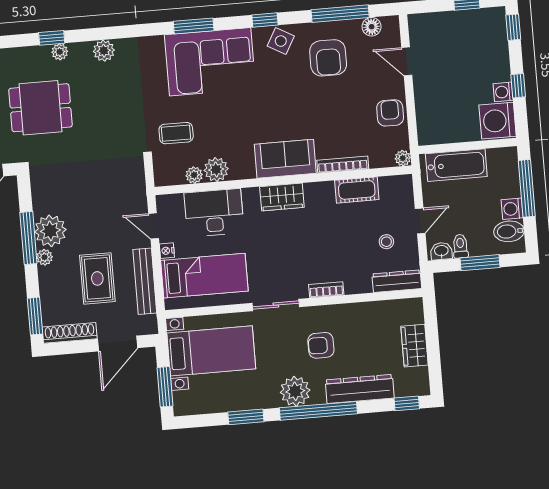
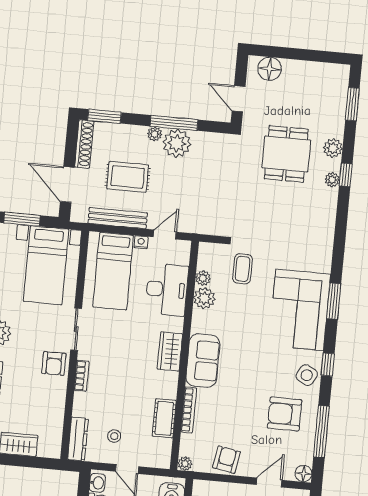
floor lamp: (372, 27) -> (303, 474), moved
plant: (104, 51) -> (333, 148), moved
armchair: (390, 113) -> (227, 460), turned -80
armchair: (321, 345) -> (54, 363), moved, turned 180

